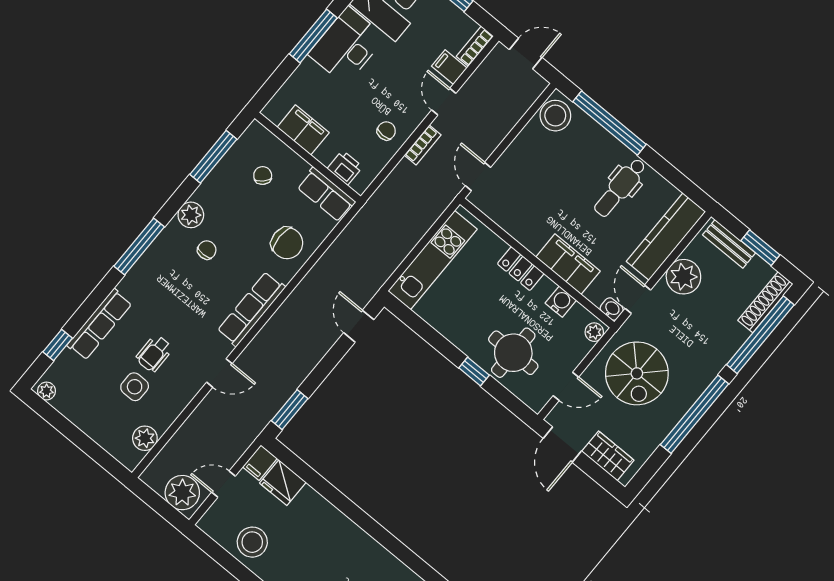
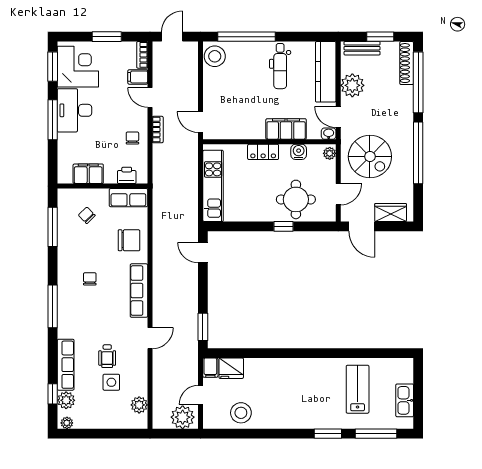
plant: (191, 215) -> (66, 400), moved

